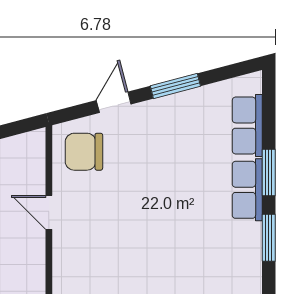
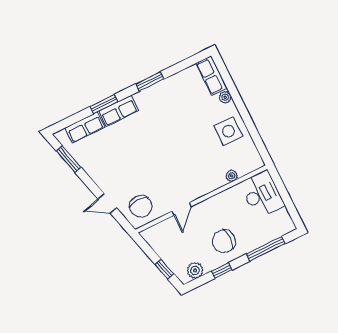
window: (175, 86) -> (69, 159), moved
window: (269, 238) -> (150, 81), moved

